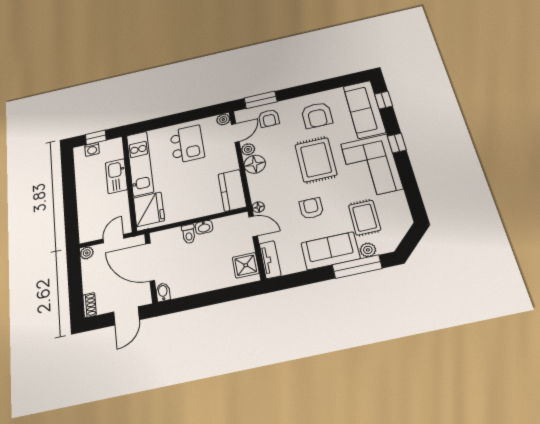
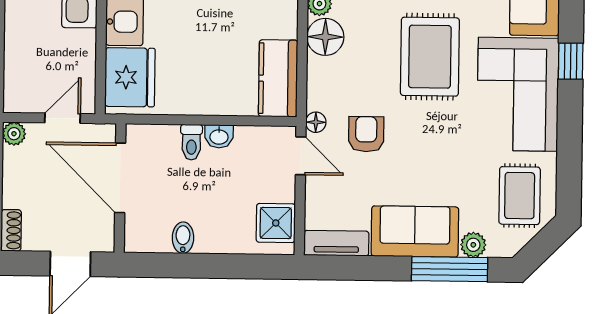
armchair: (311, 208) -> (366, 134), moved
rug: (365, 218) -> (520, 196), moved
tv unit: (270, 260) -> (336, 243), moved, turned -90
bidet: (163, 292) -> (183, 238), moved

